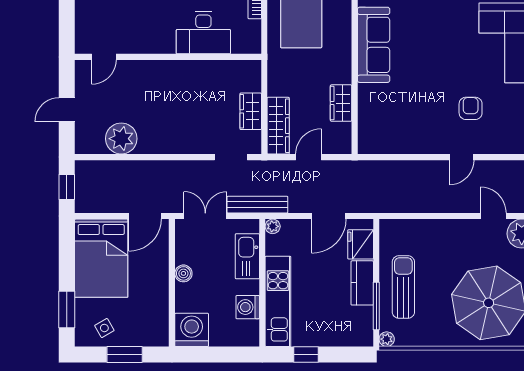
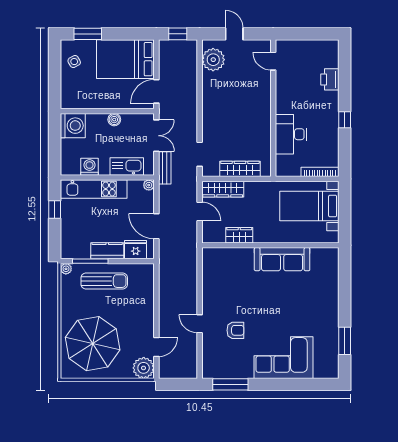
wardrobe: (251, 111) -> (240, 169), width x1.50
plant: (121, 139) -> (213, 60), moved
bench: (257, 205) -> (165, 168), width x0.73
door: (145, 216) -> (156, 91), hinge flipped
window: (125, 355) -> (55, 76), removed

